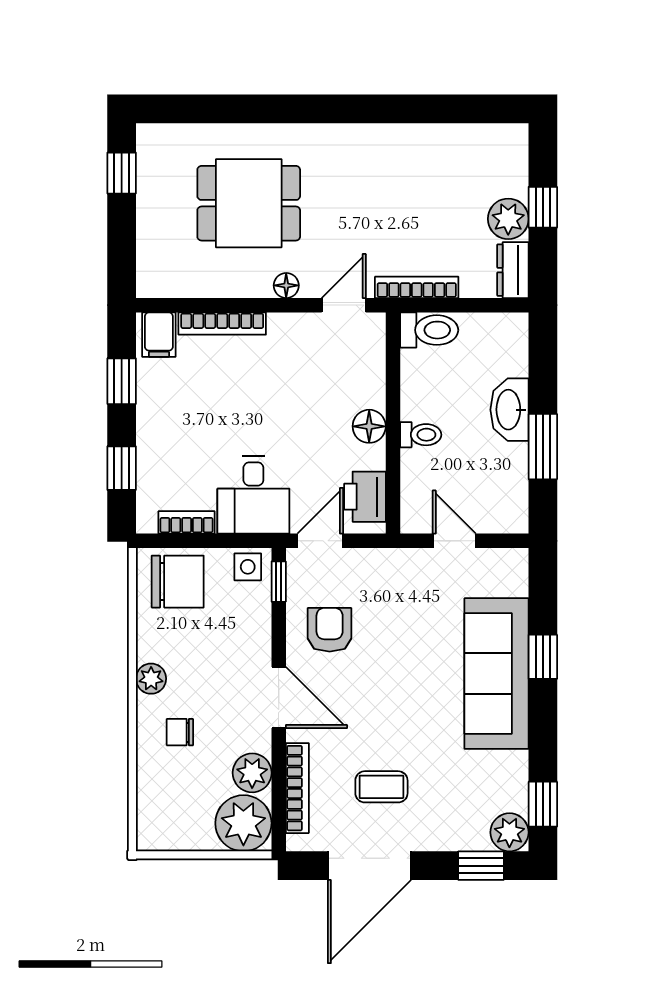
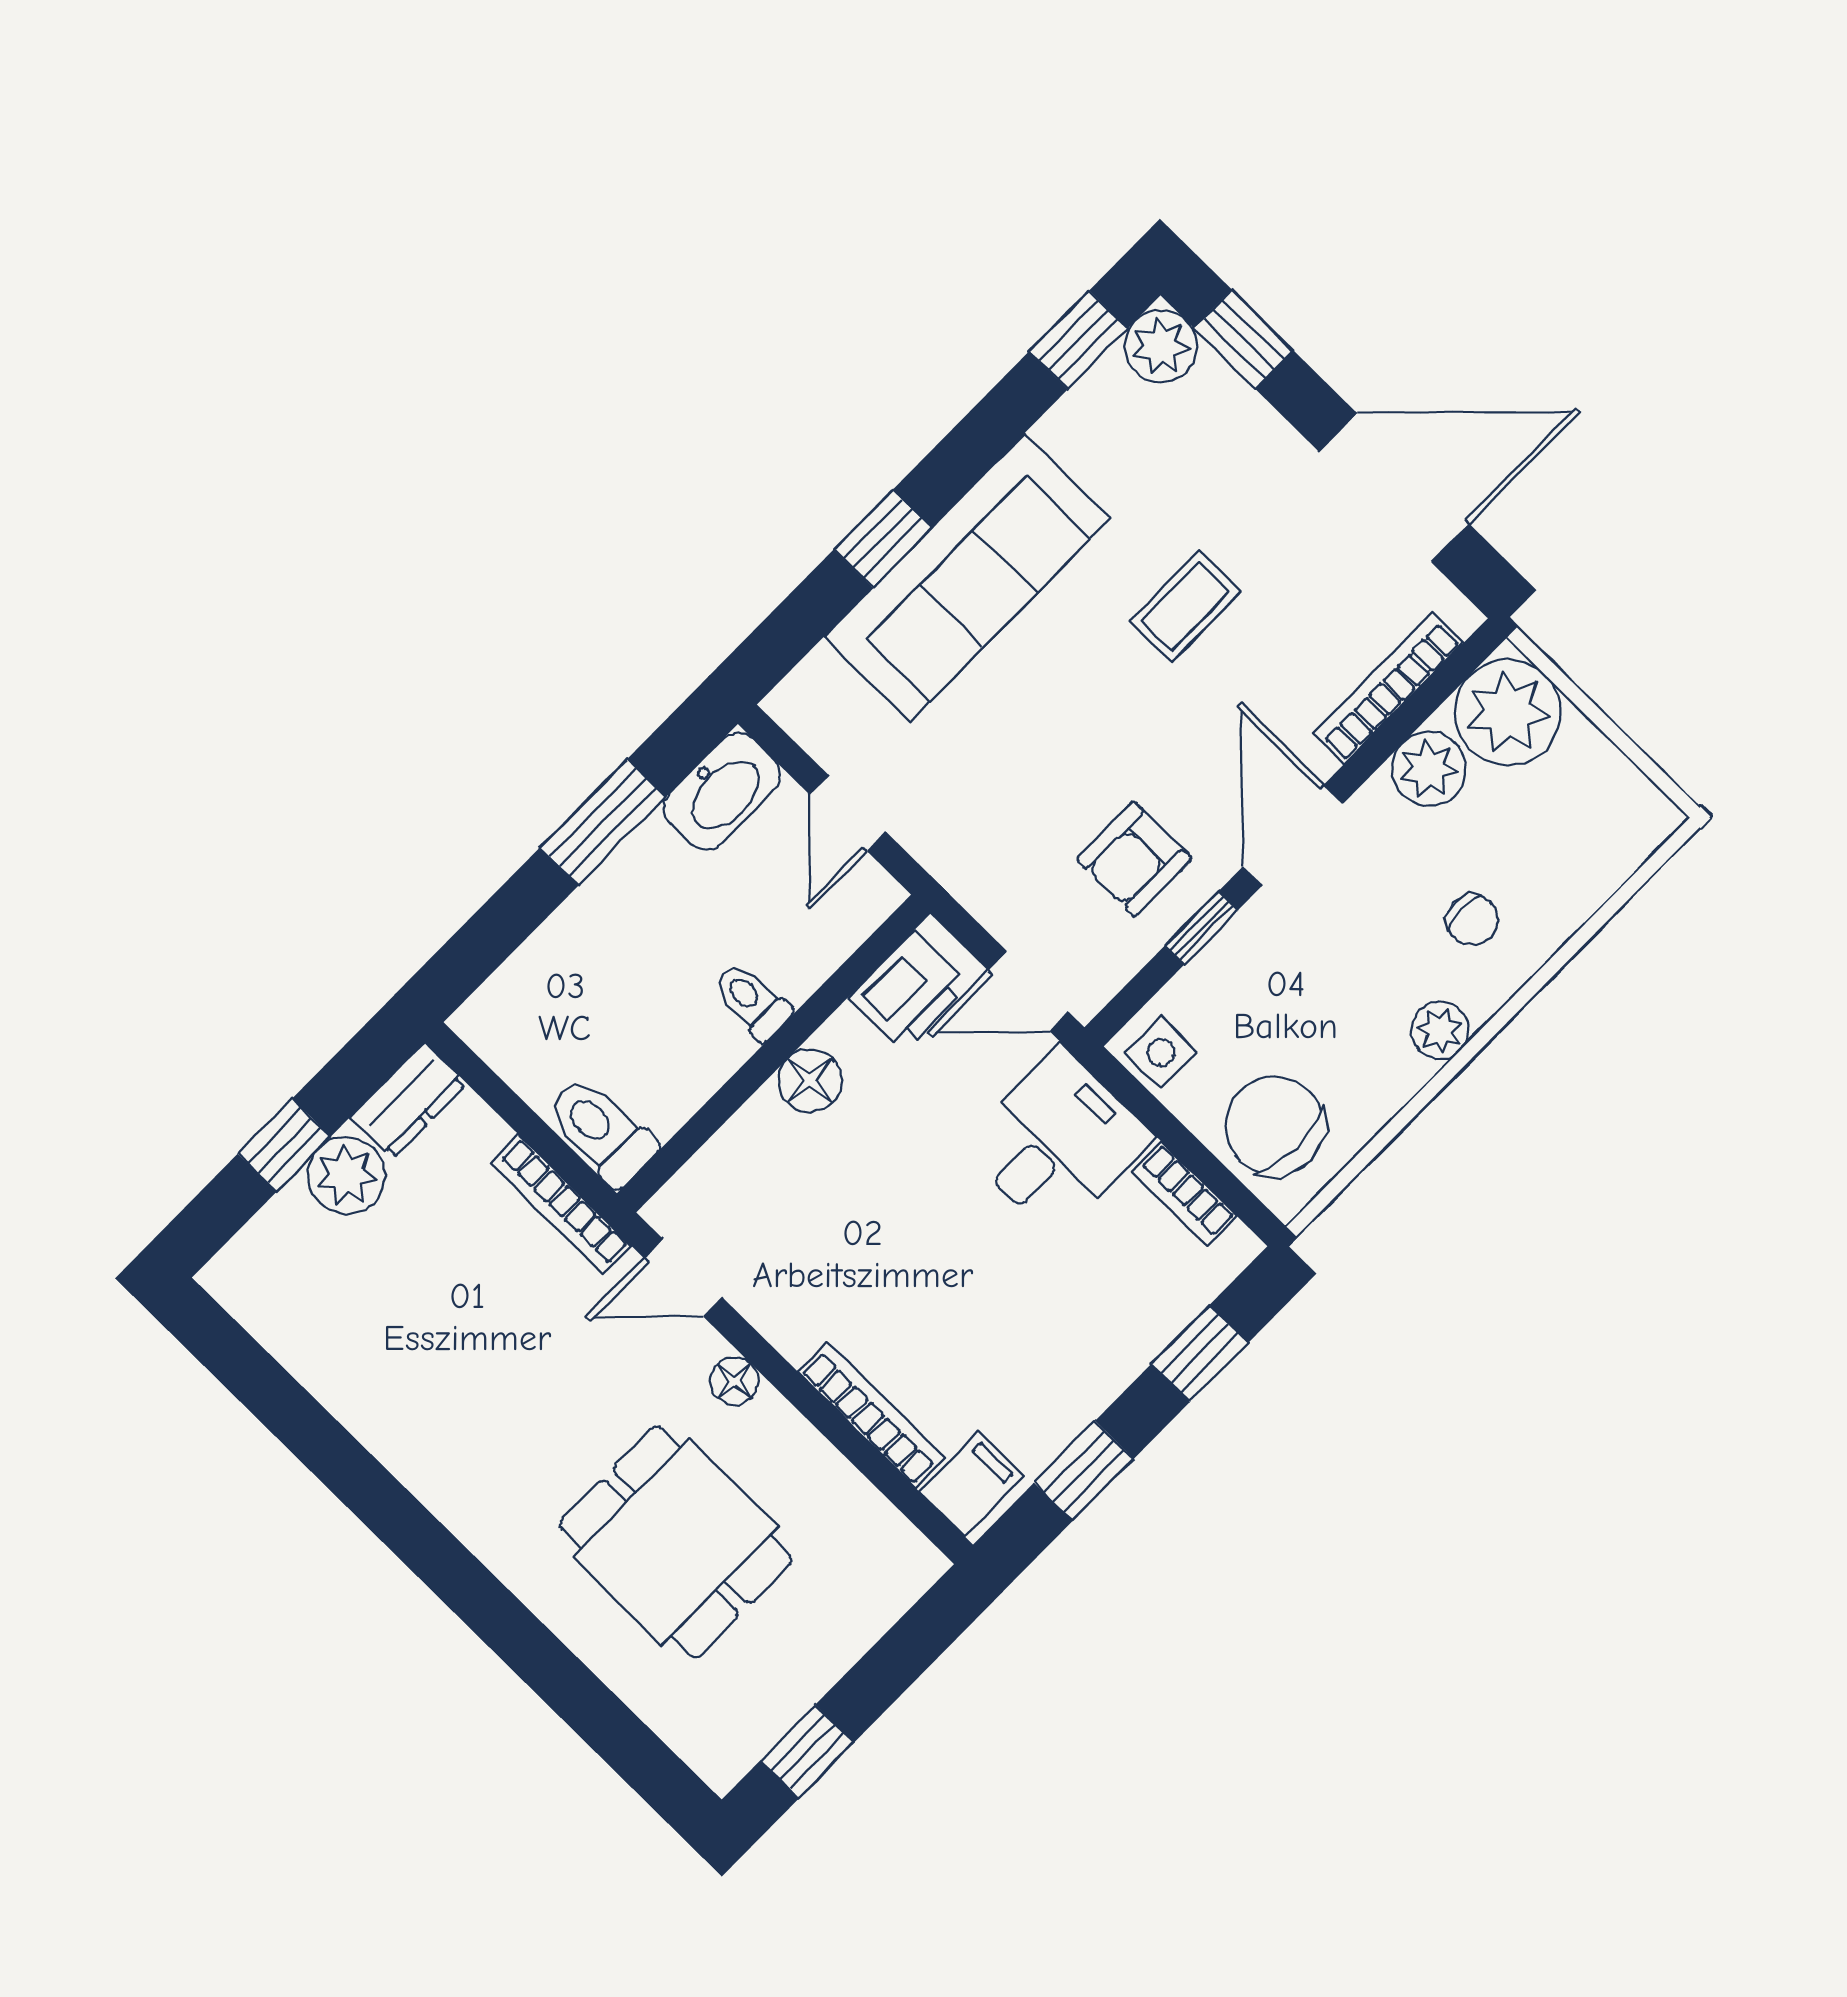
washbasin: (509, 410) -> (722, 791), moved
window: (279, 582) -> (1201, 928), moved
coffee table: (381, 787) -> (1186, 606), moved, turned 90

